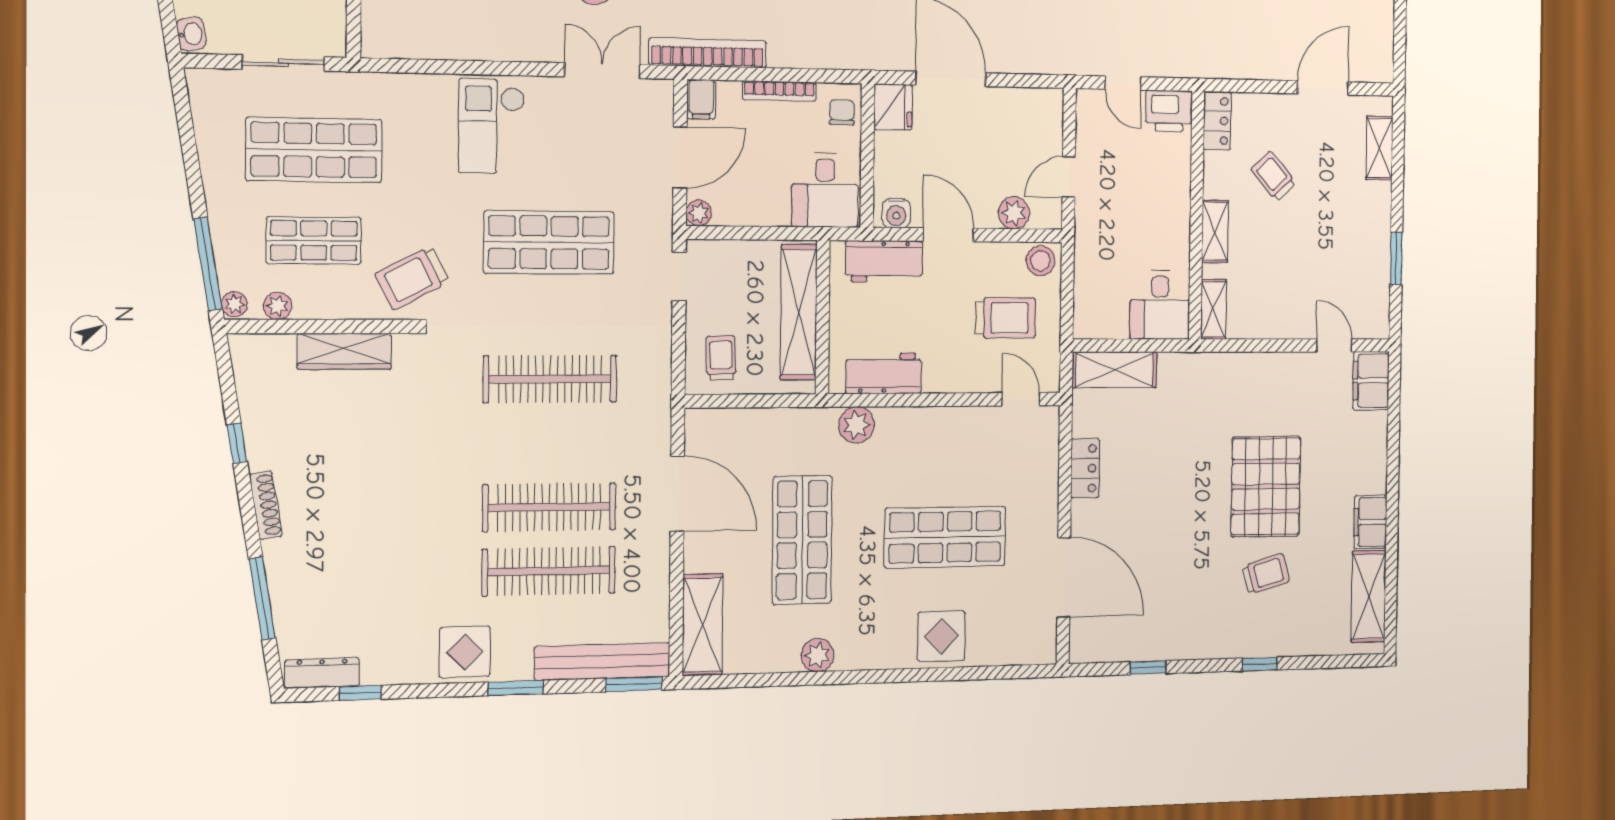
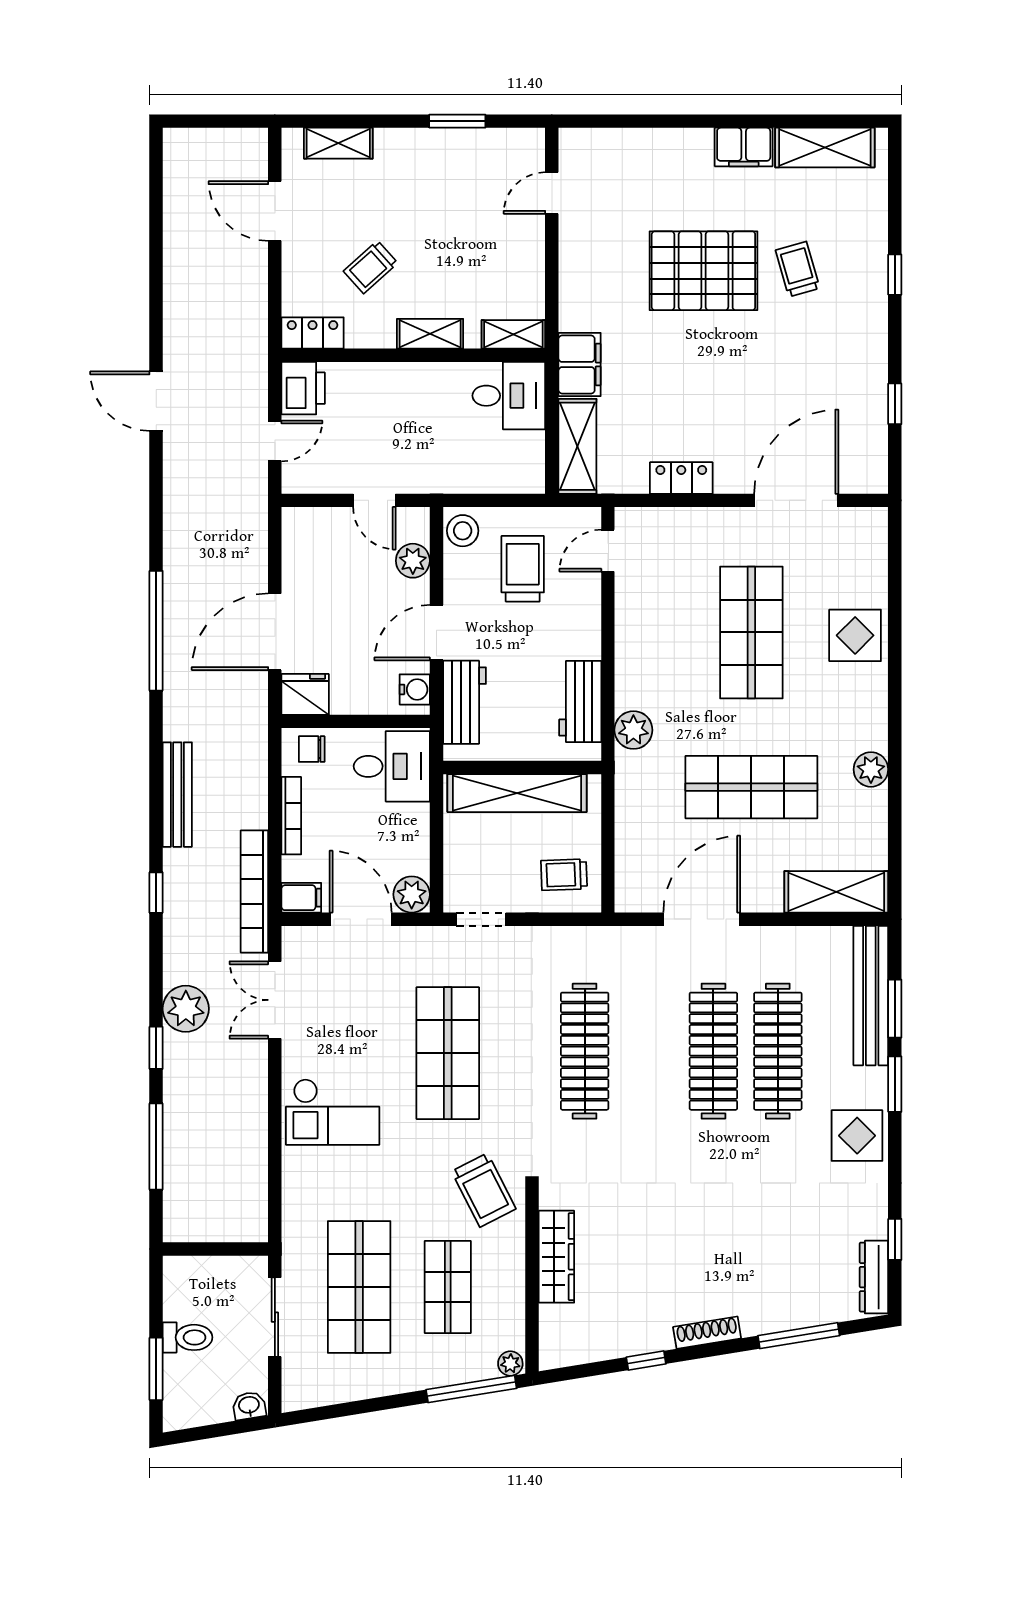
plant: (699, 213) -> (412, 894), width x1.38, depth x1.38
plant: (278, 306) -> (512, 1322), removed
filing cabinet: (1371, 381) -> (580, 365), moved, turned -90
window: (634, 684) -> (895, 1009), moved

